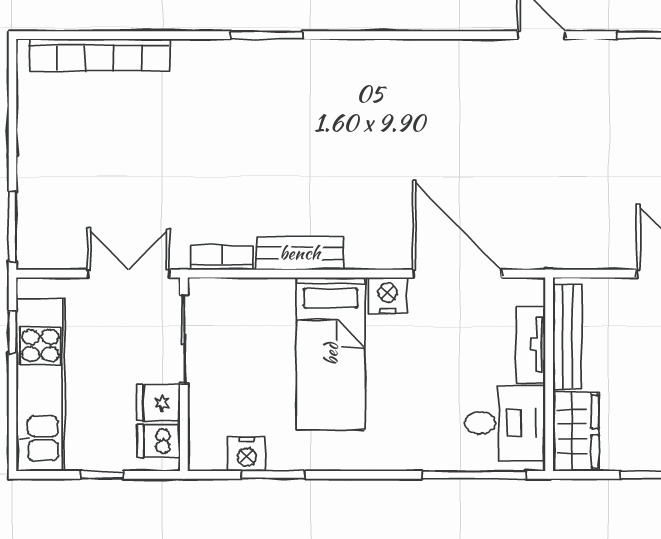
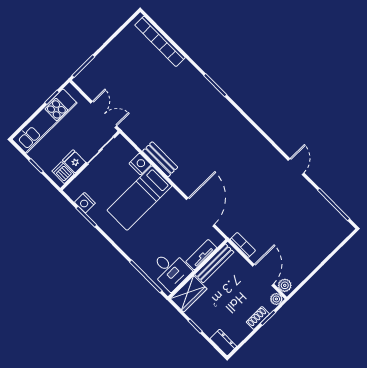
bookcase: (222, 258) -> (243, 245), moved
nightstand: (388, 295) -> (140, 164), moved

